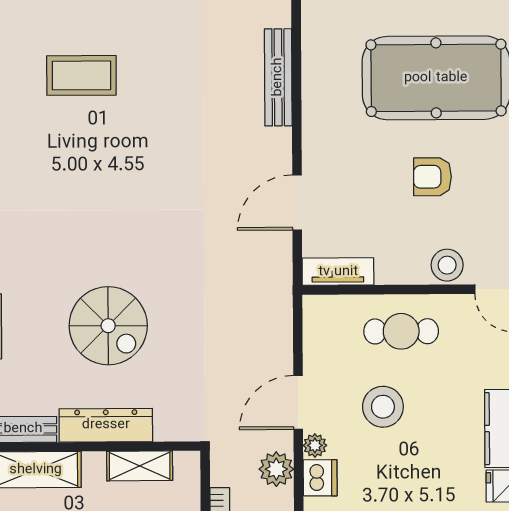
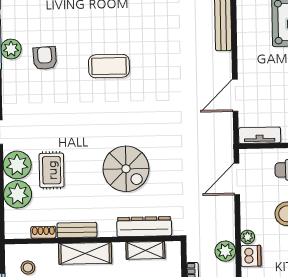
coffee table: (81, 75) -> (109, 66), moved
door: (298, 402) -> (237, 179), moved
dresser: (106, 425) -> (144, 227), moved

